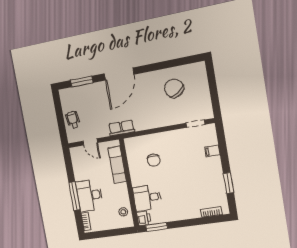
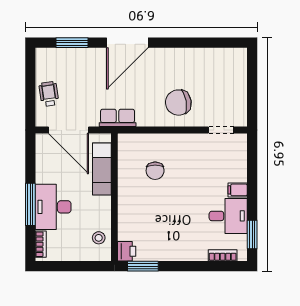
chair: (174, 88) -> (178, 103), moved, turned -65
door: (90, 142) -> (69, 130), width x1.88
filing cabinet: (212, 151) -> (238, 190), moved
window: (228, 183) -> (252, 234), moved
desk: (147, 198) -> (228, 216), moved, turned 180

